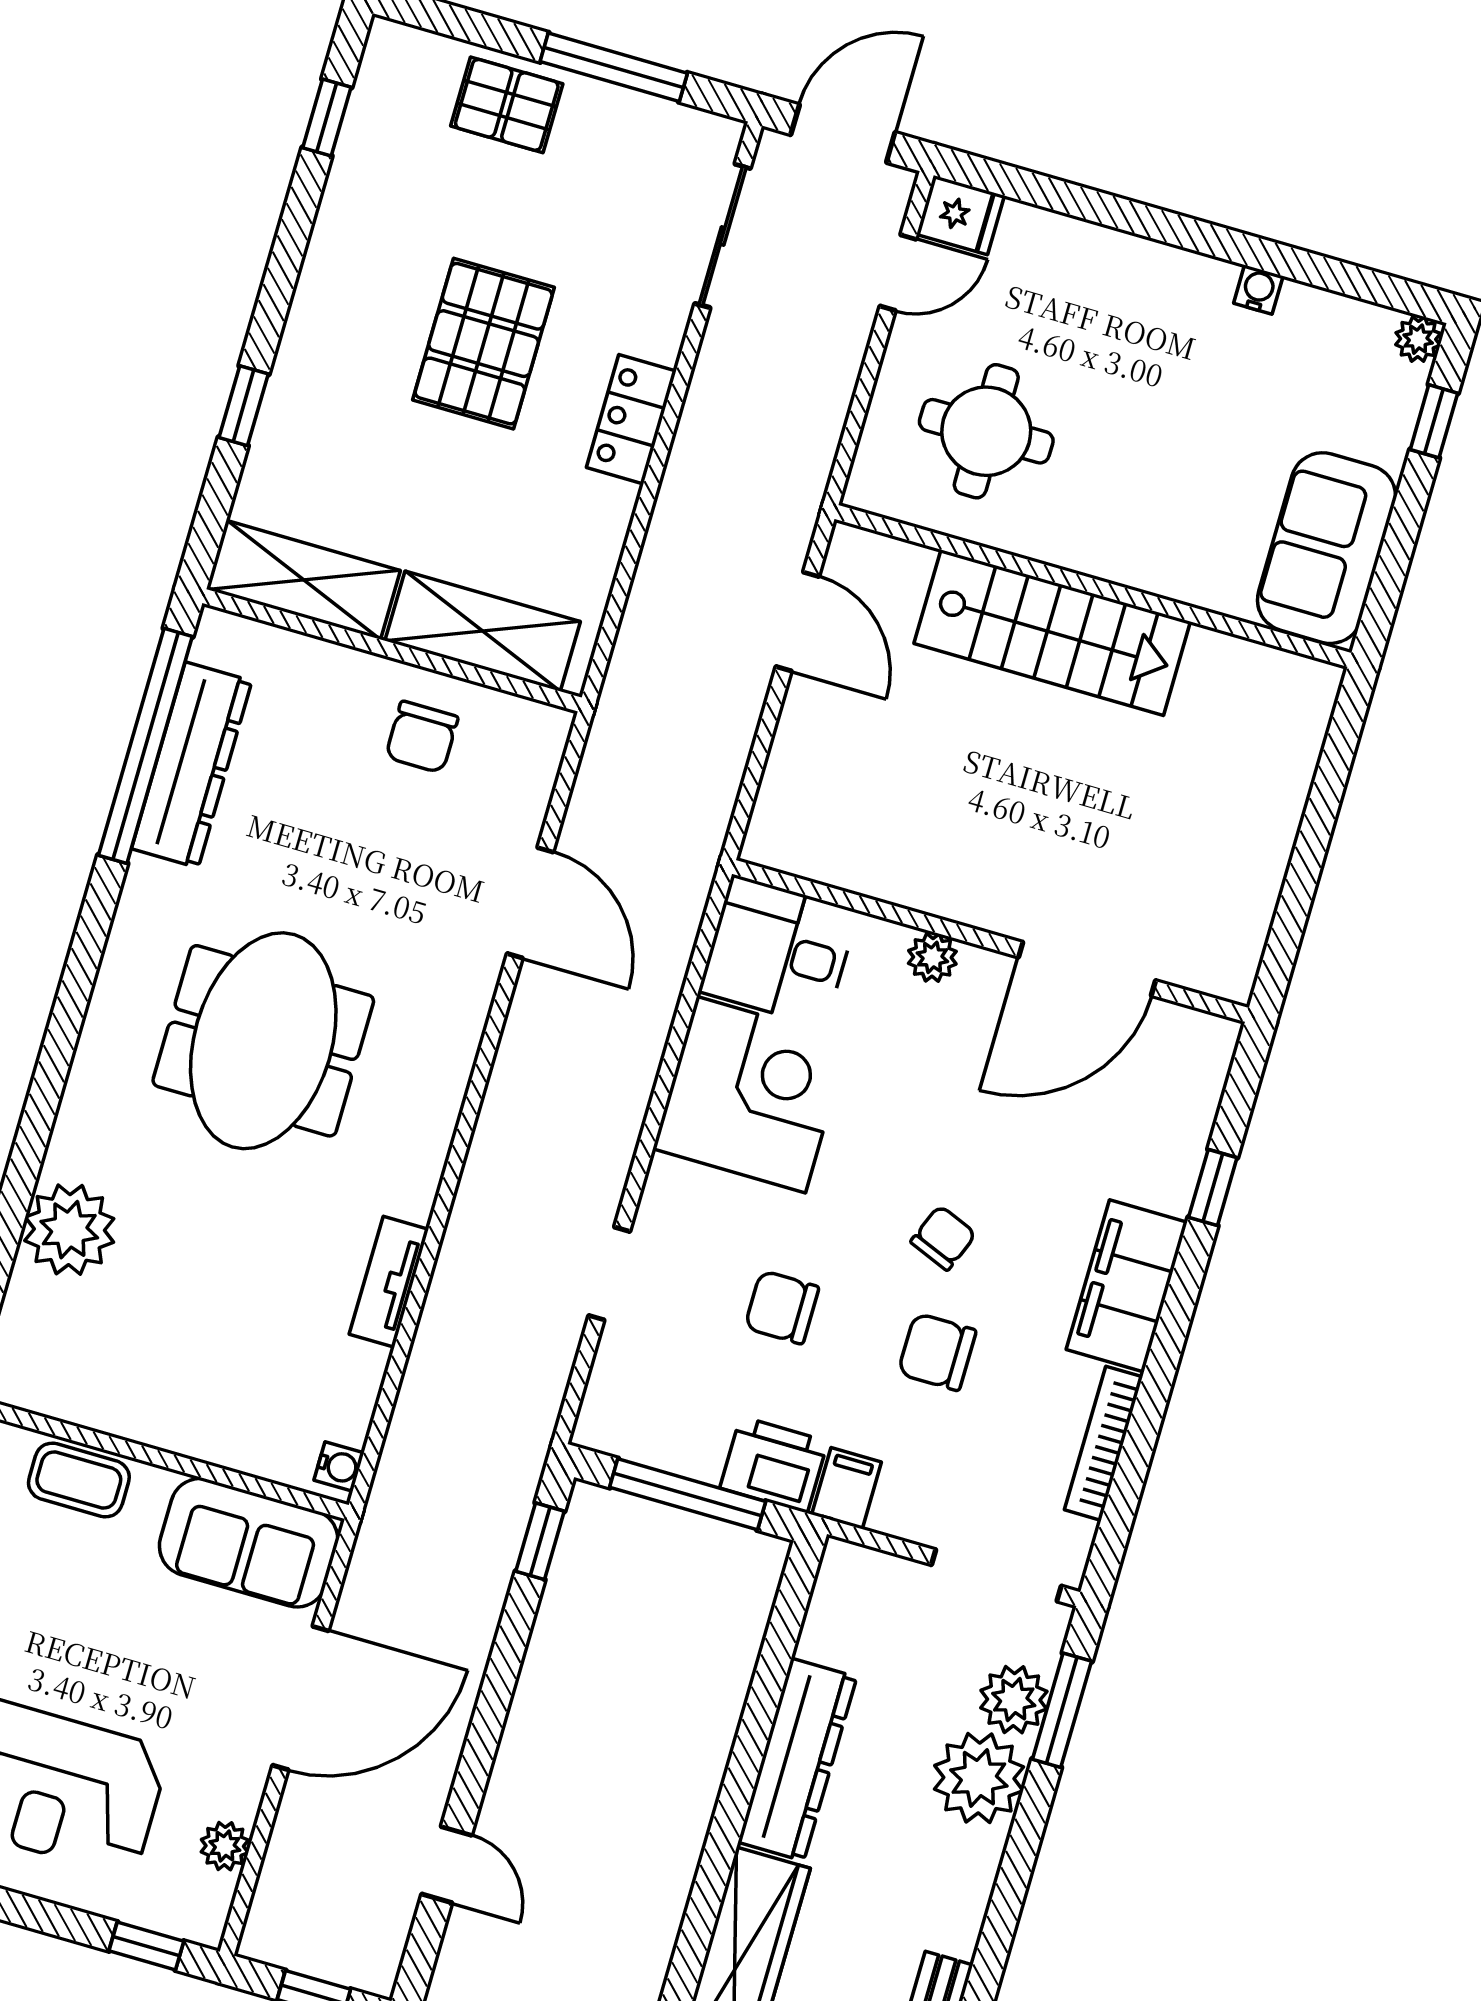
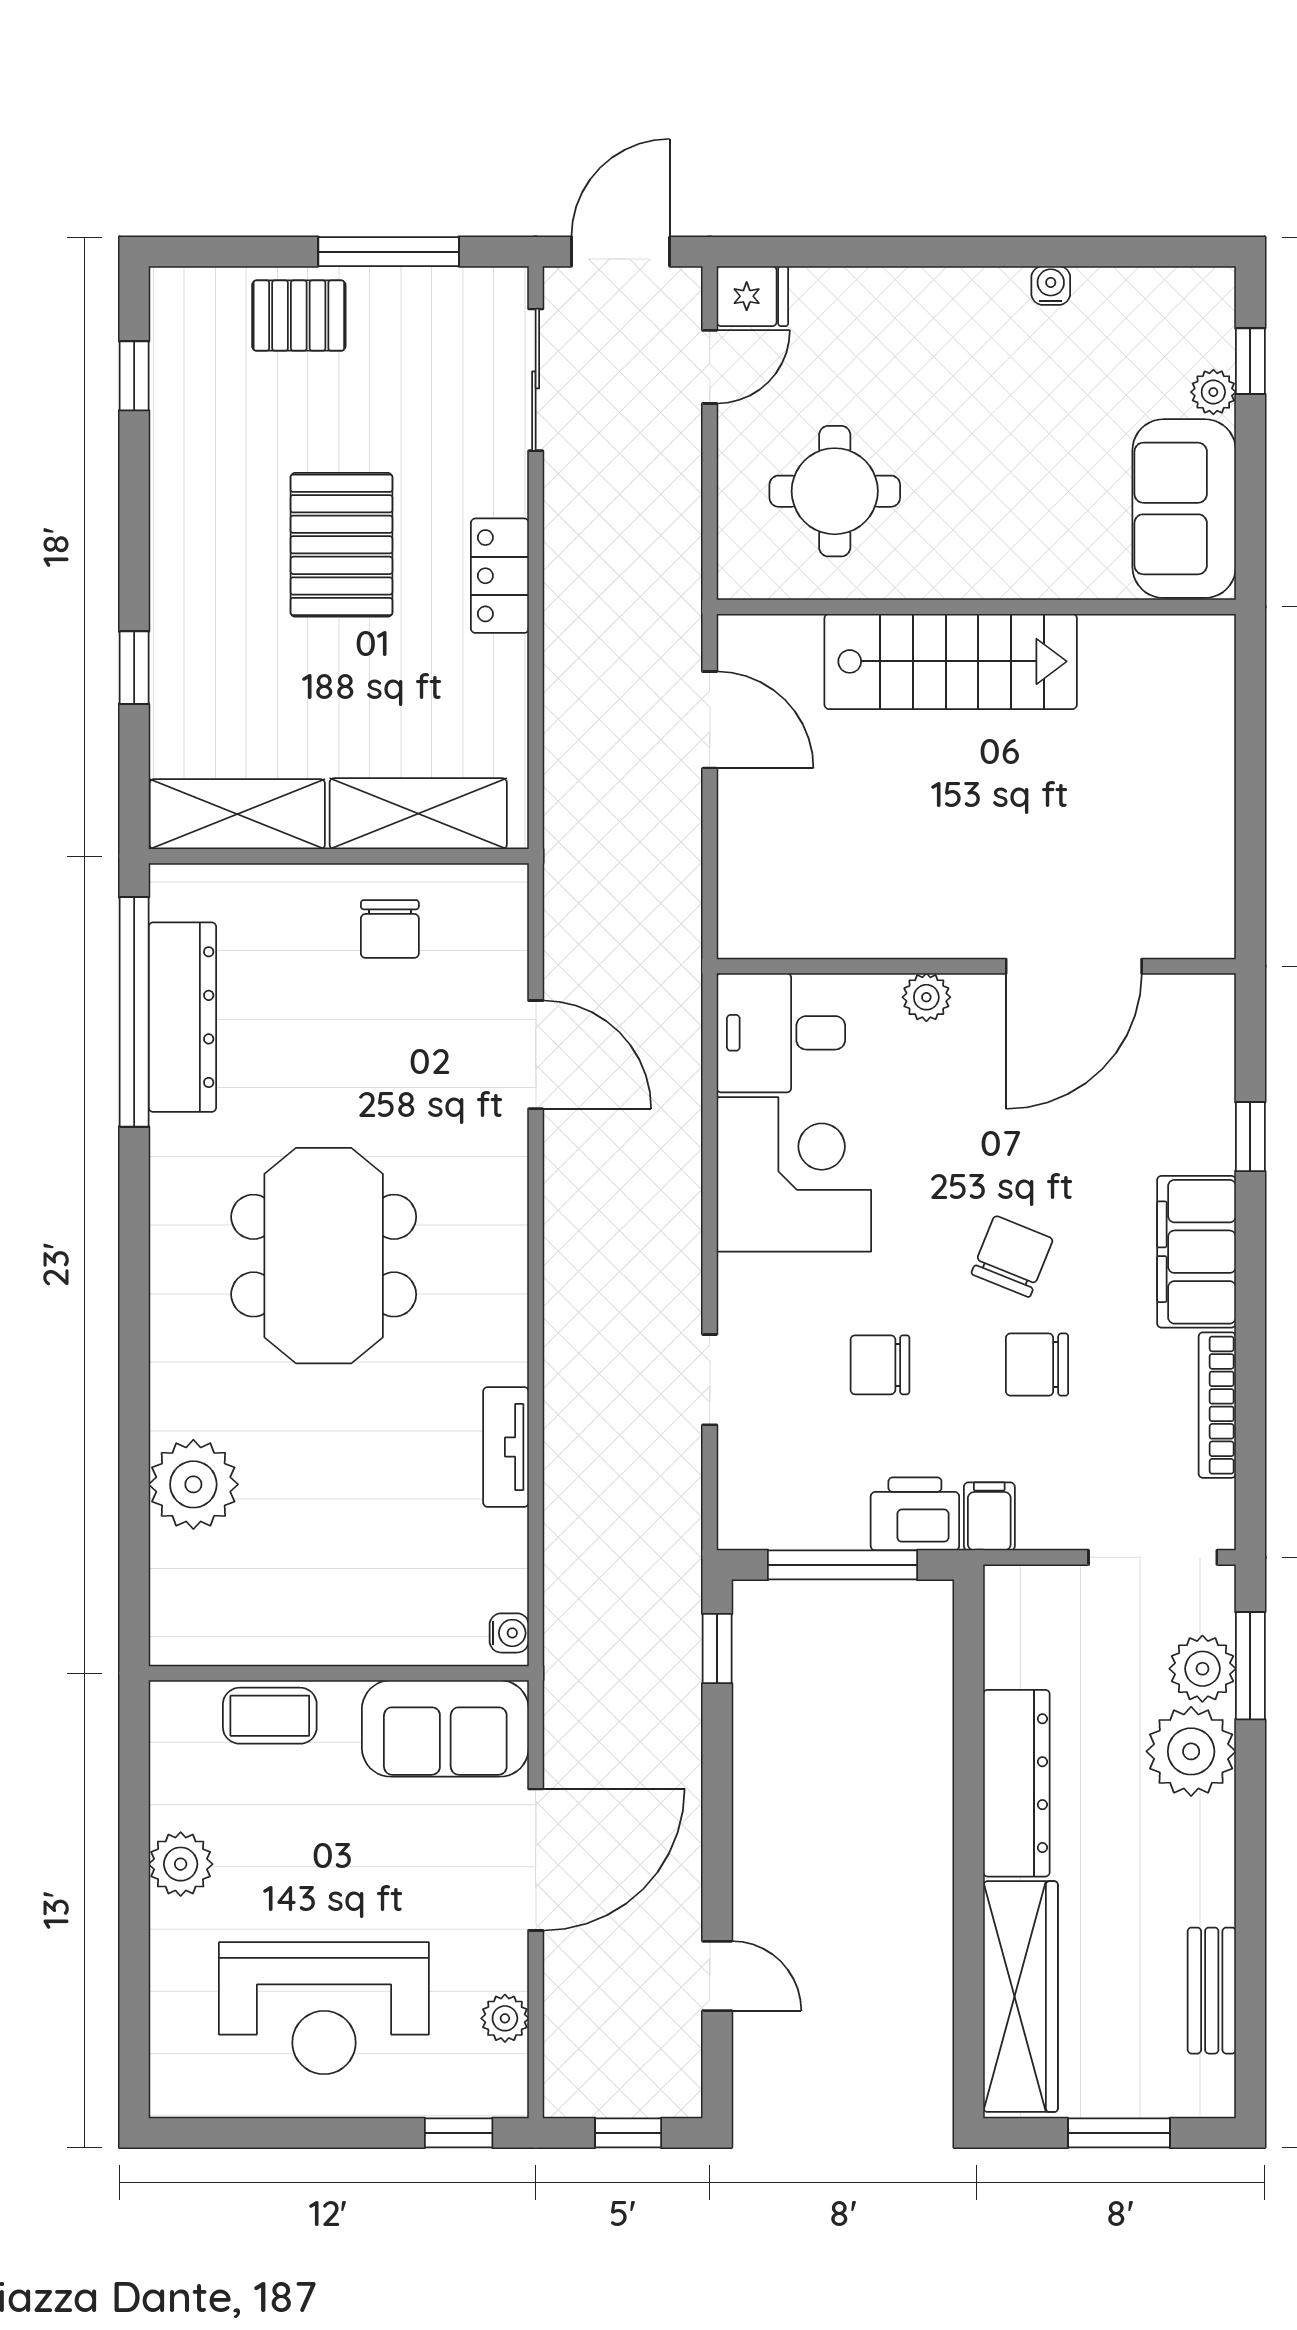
plant: (1418, 339) -> (1213, 392), moved
chair: (943, 1238) -> (1012, 1256), width x1.37, depth x1.37

